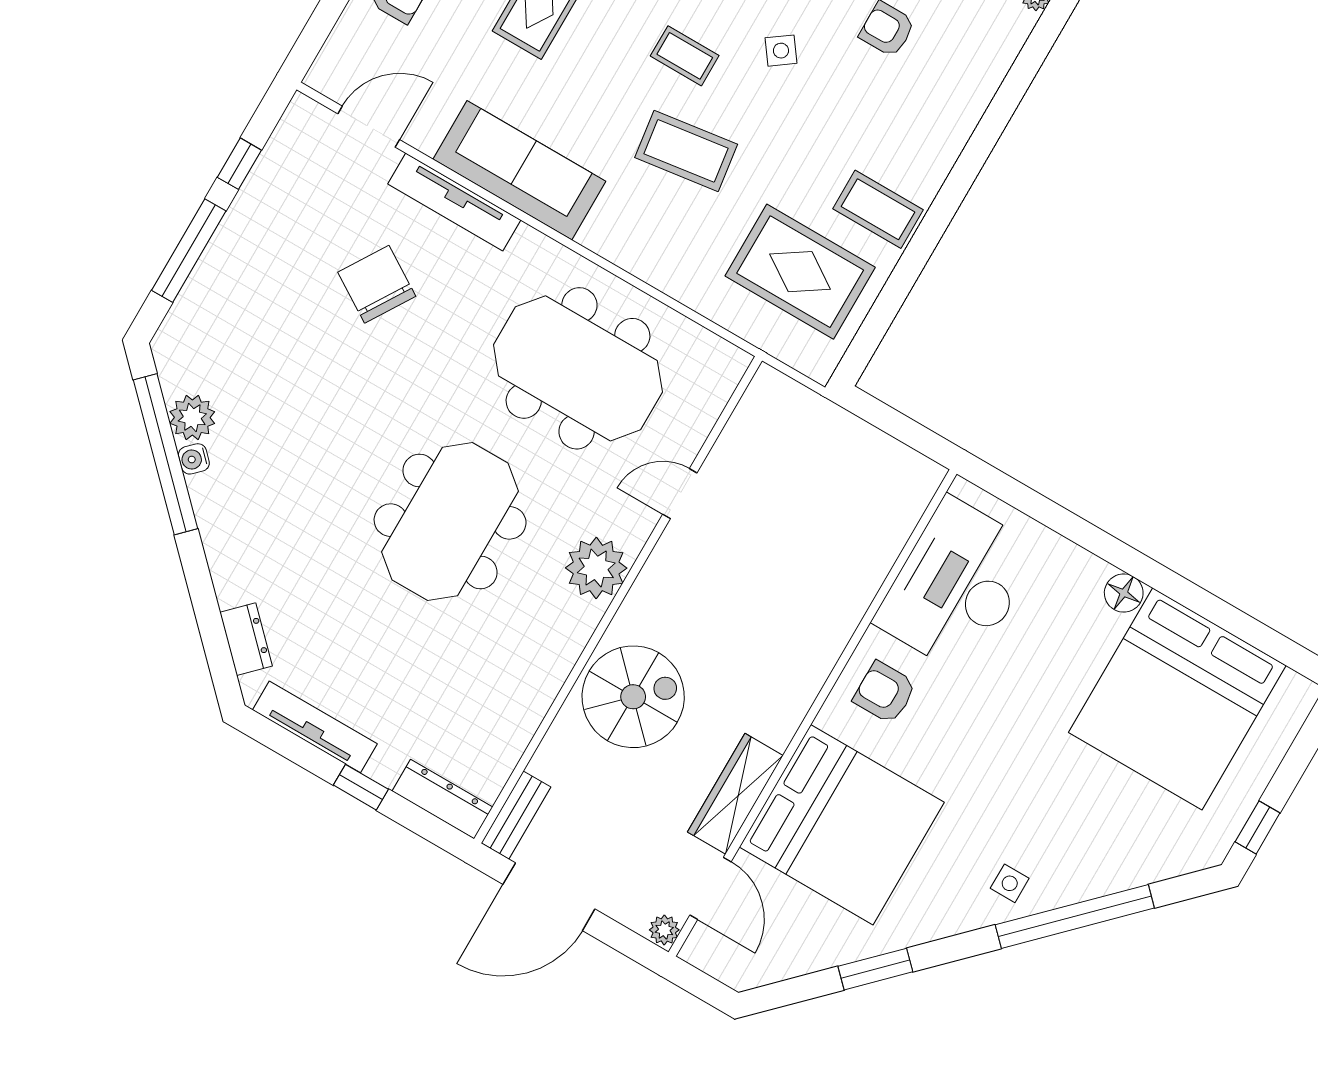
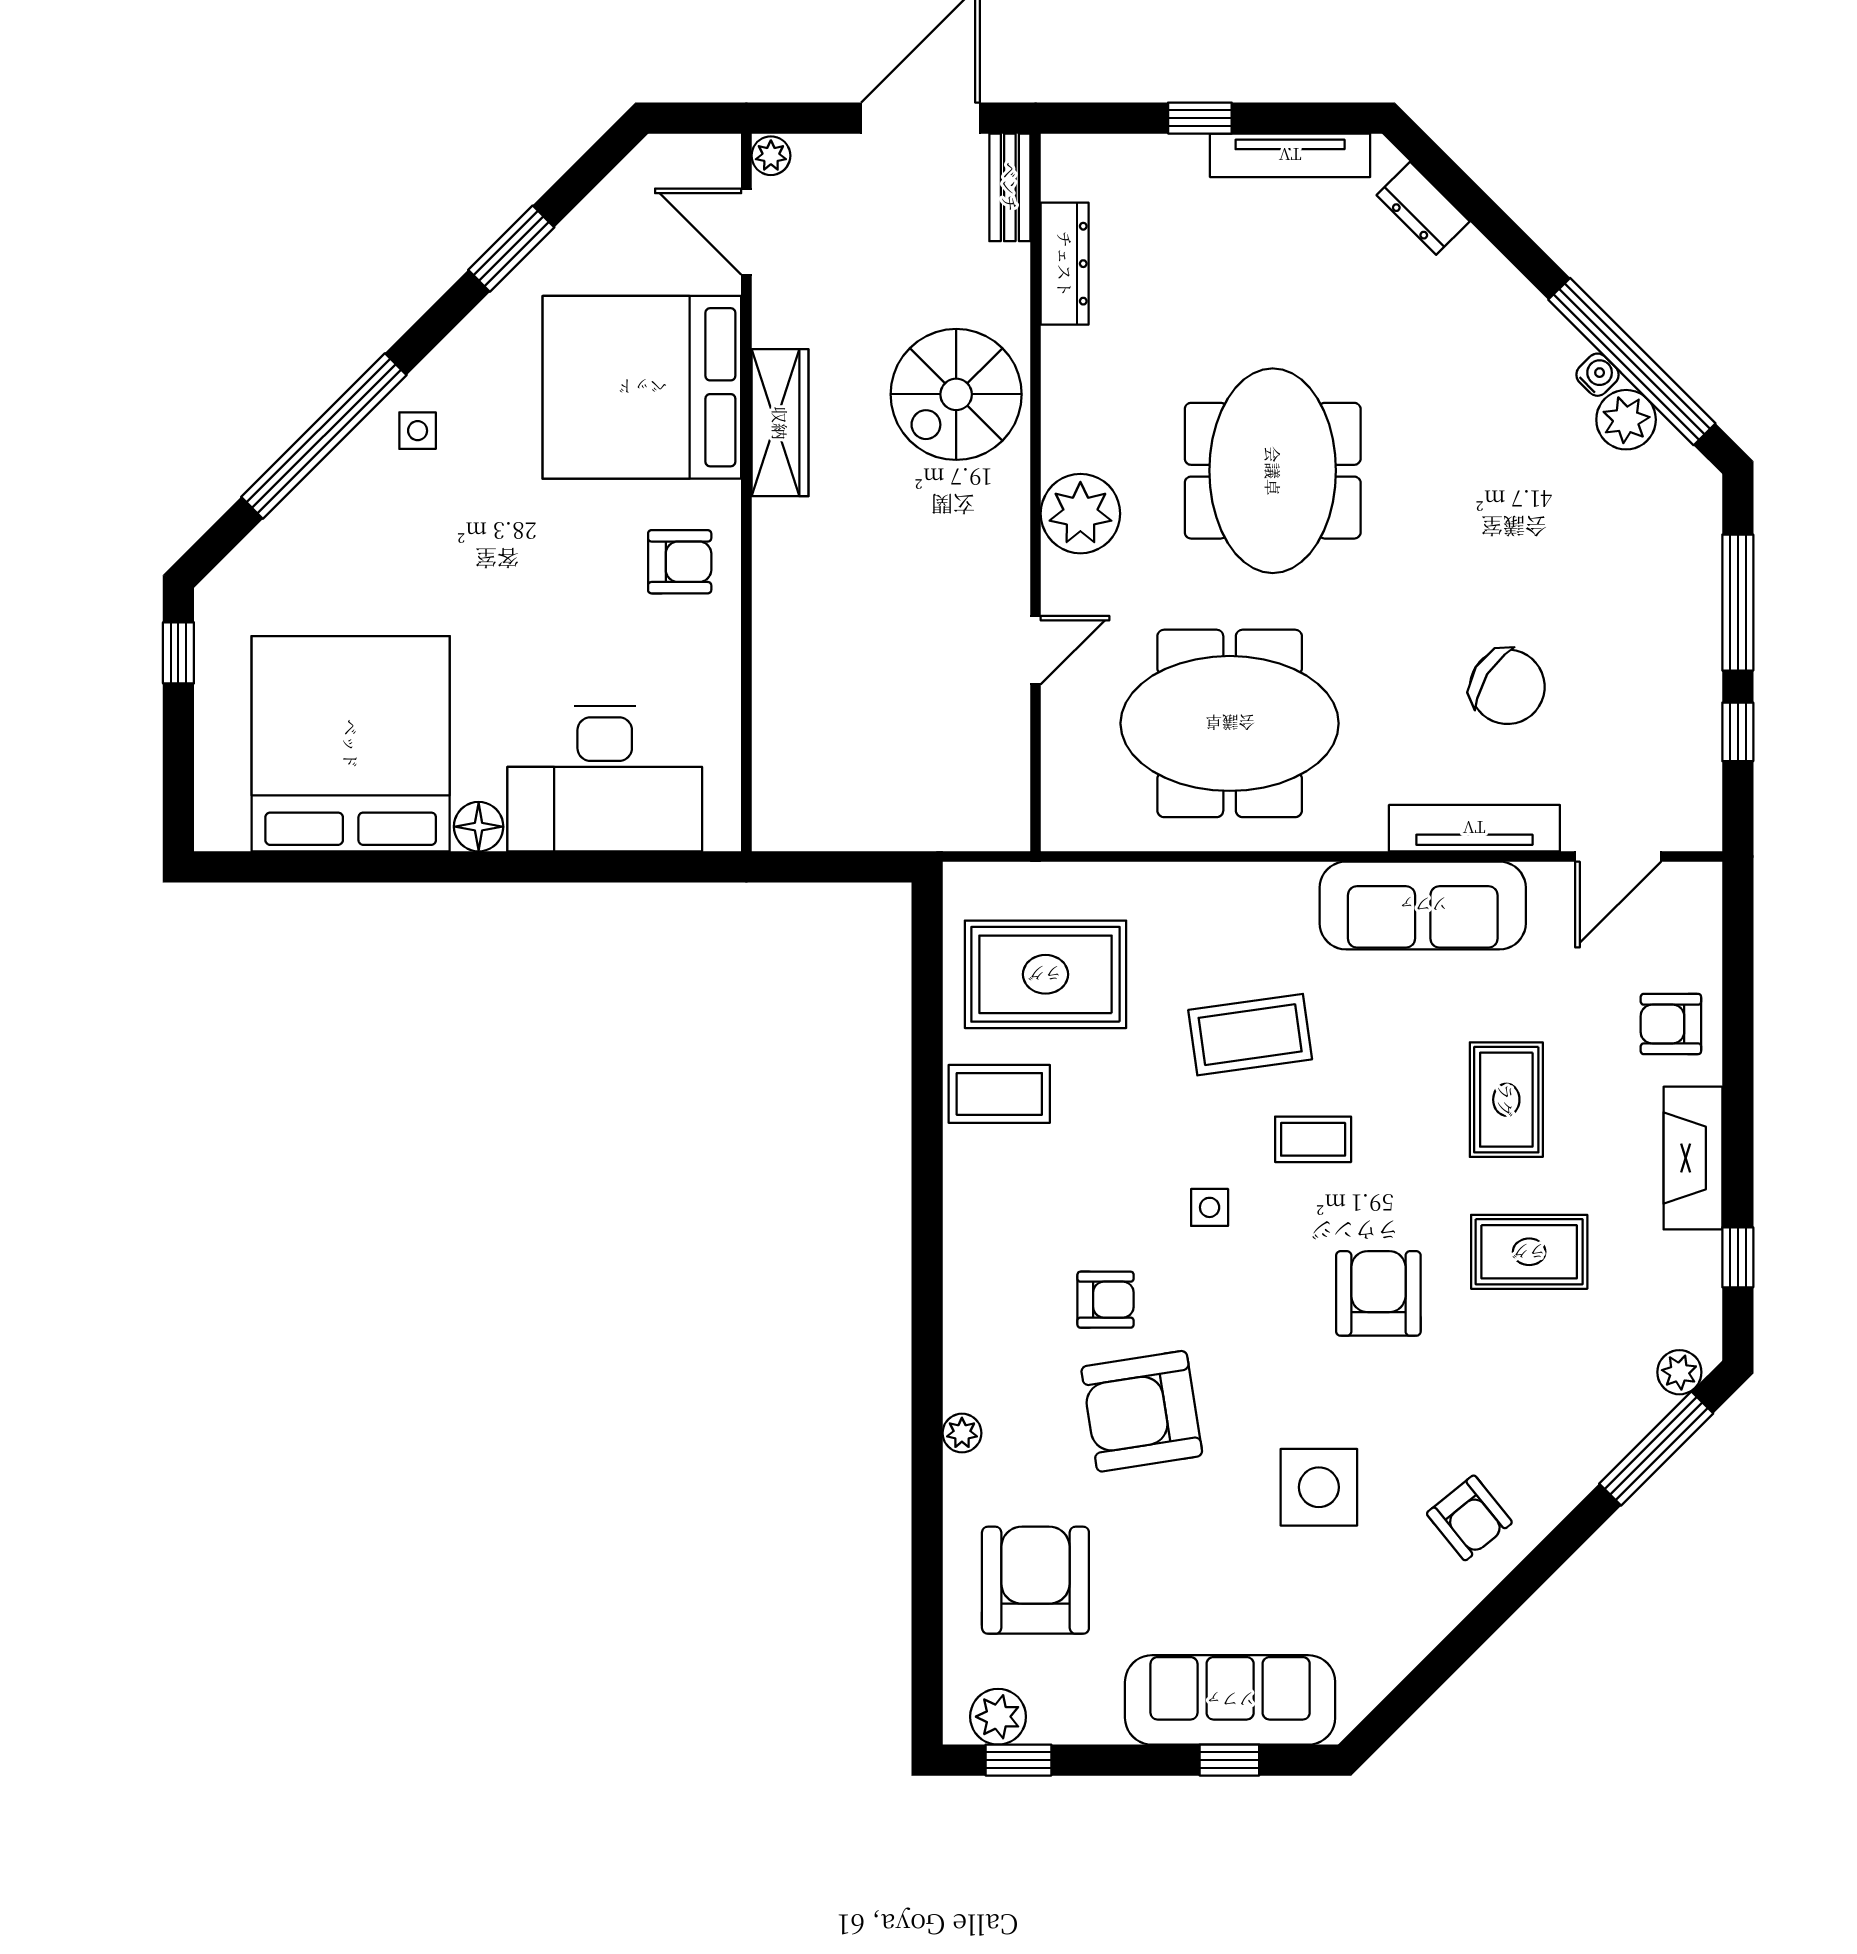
side table: (781, 51) -> (1210, 1207), turned 36
desk: (957, 586) -> (605, 778), moved, turned 90
wardrobe: (735, 794) -> (780, 423), moved
dresser: (442, 799) -> (1065, 264), moved, turned -90

